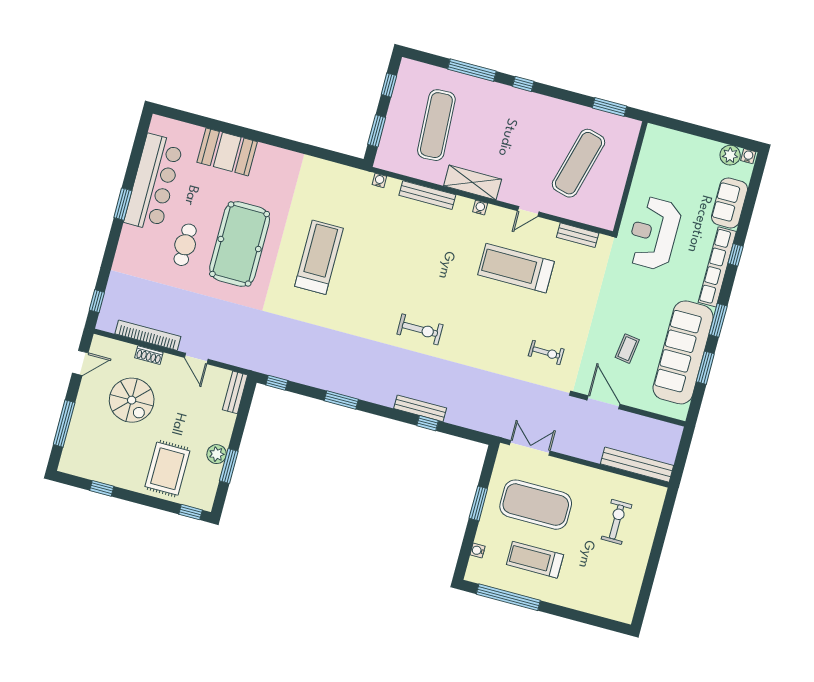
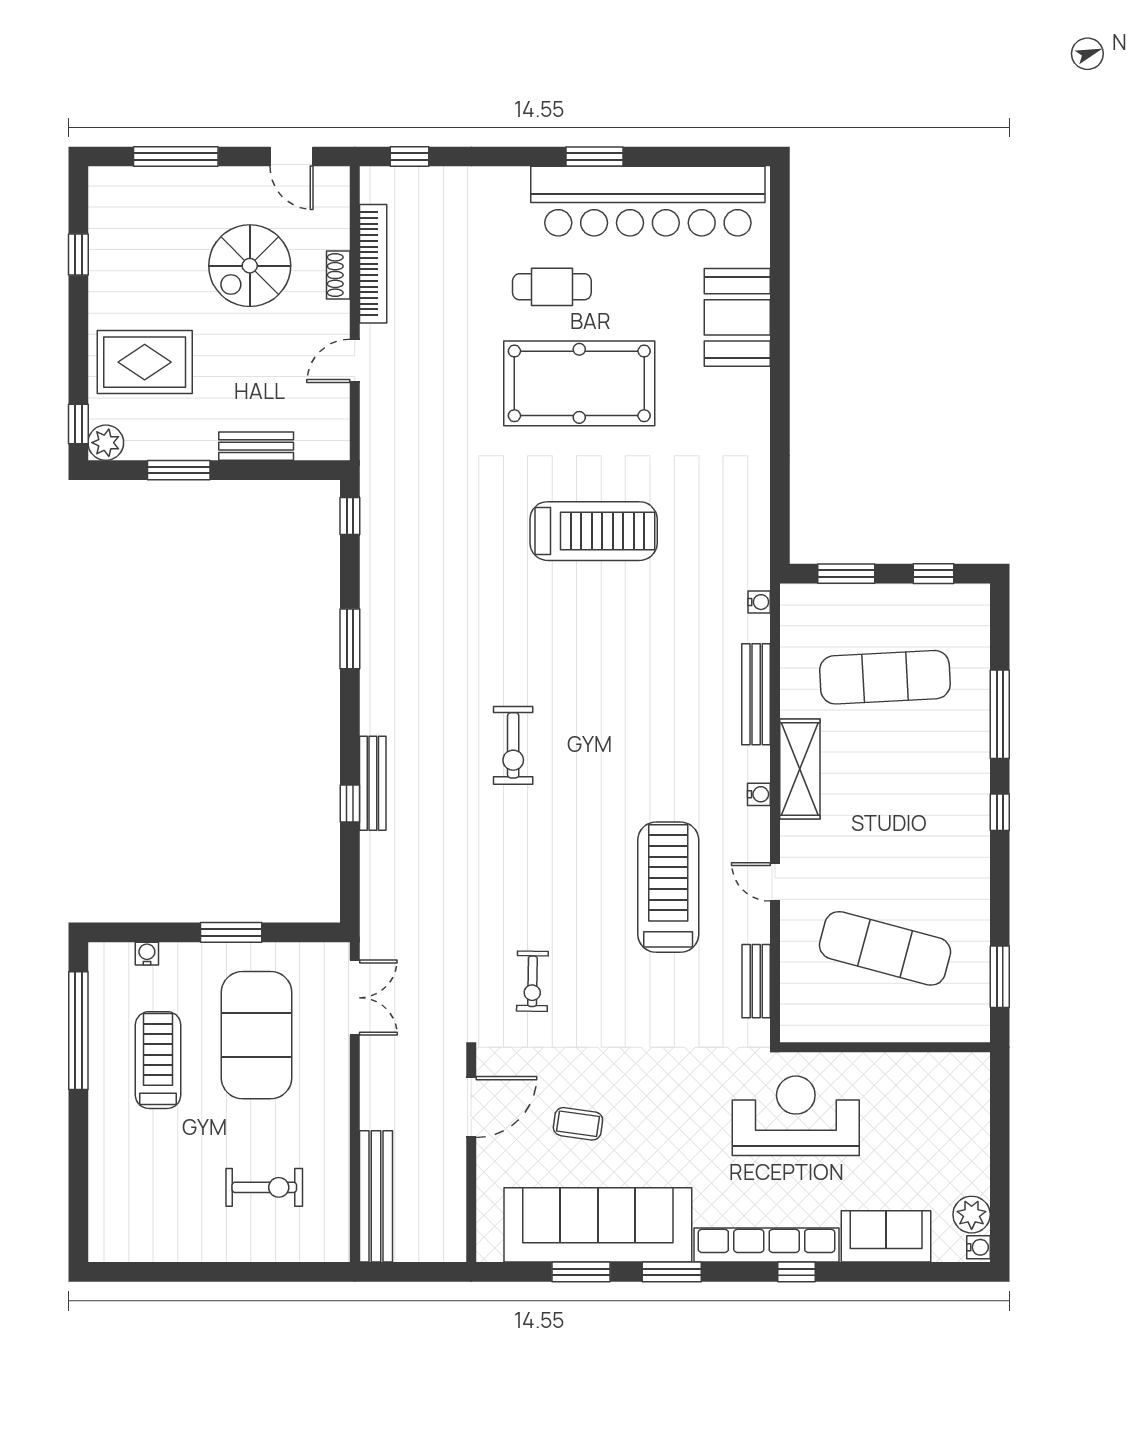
bar counter: (154, 182) -> (648, 201), width x1.36
bench: (235, 392) -> (256, 446), moved
plant: (217, 454) -> (106, 443), moved

